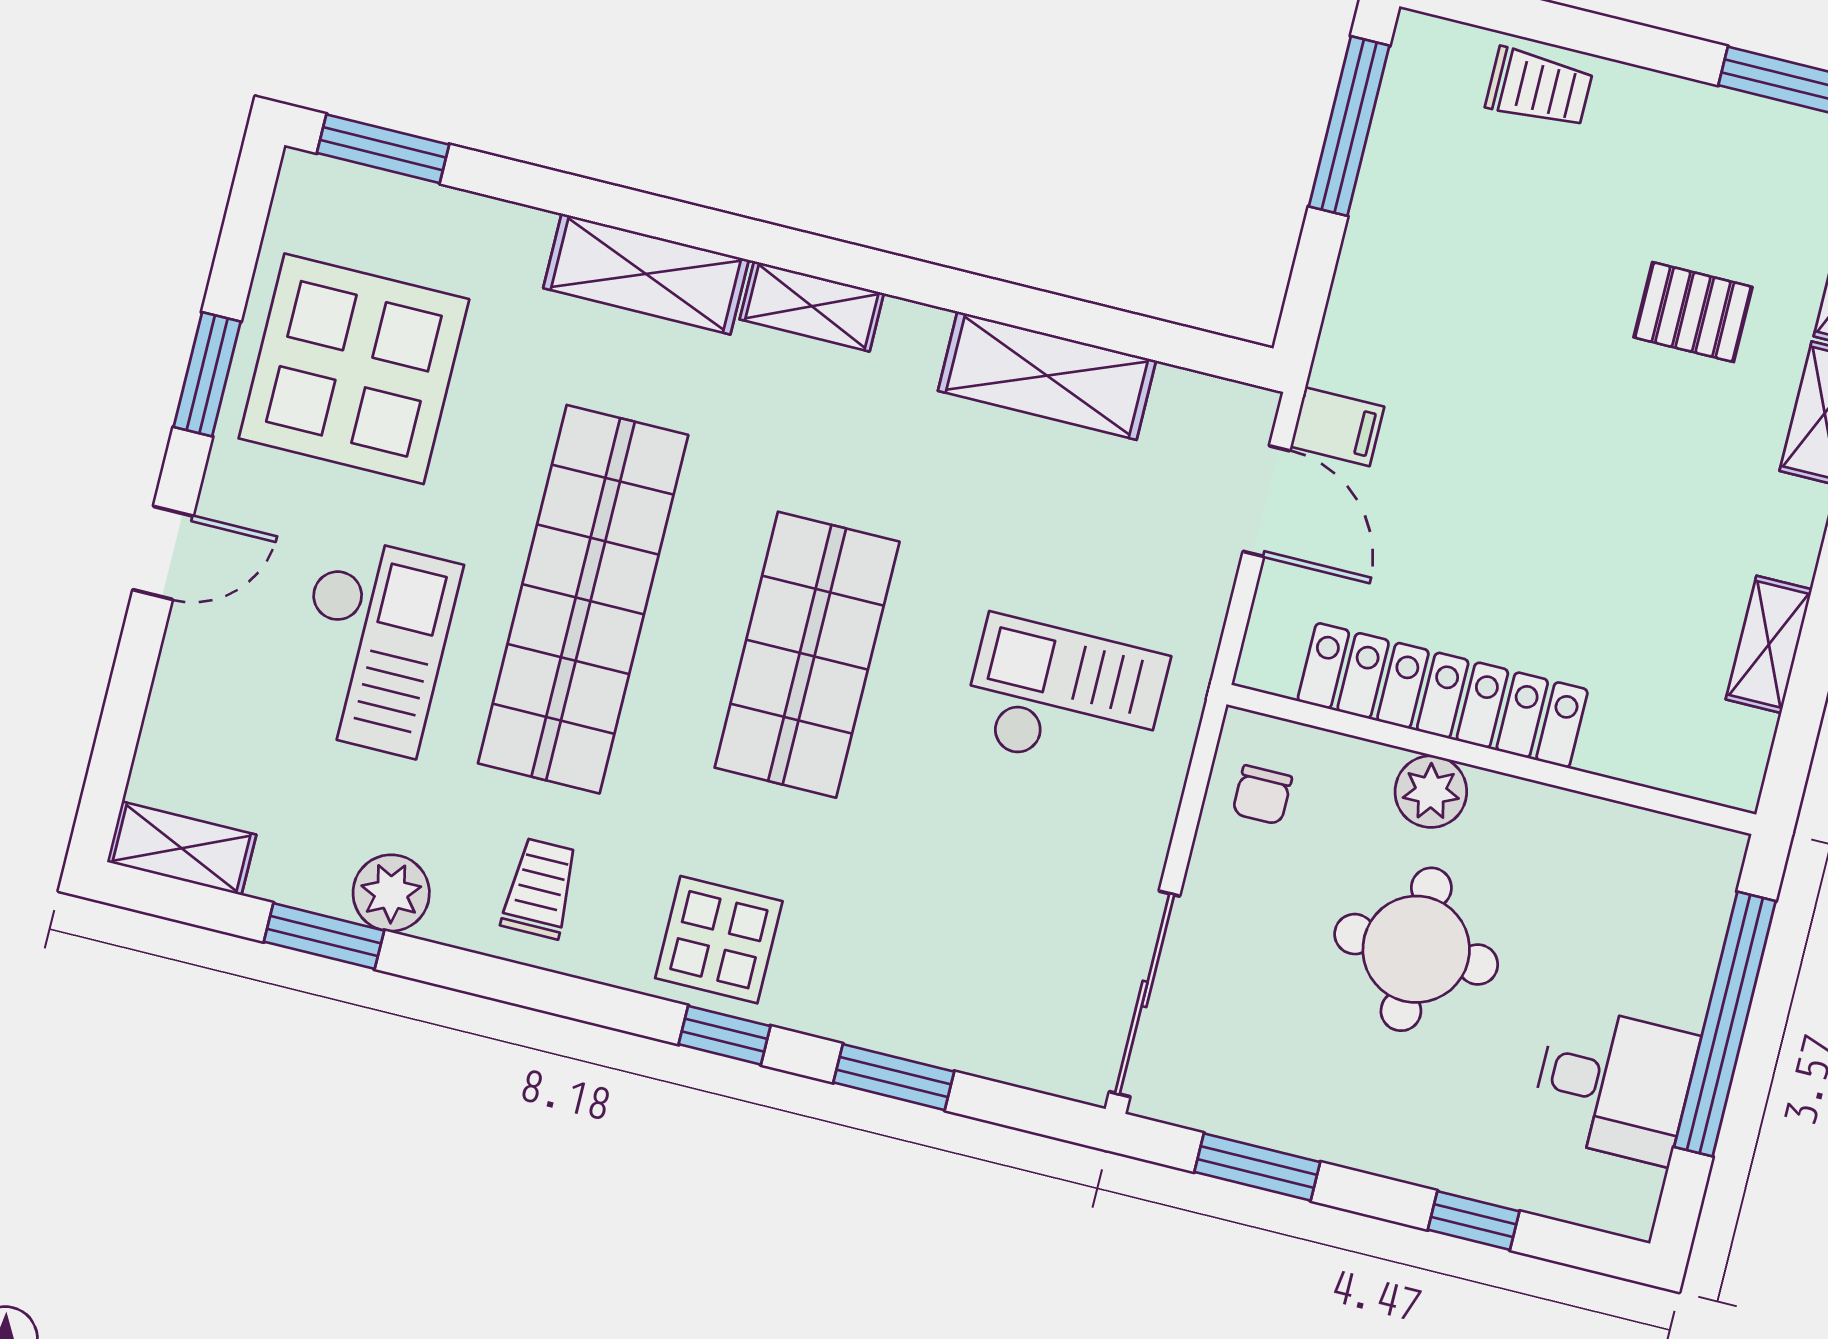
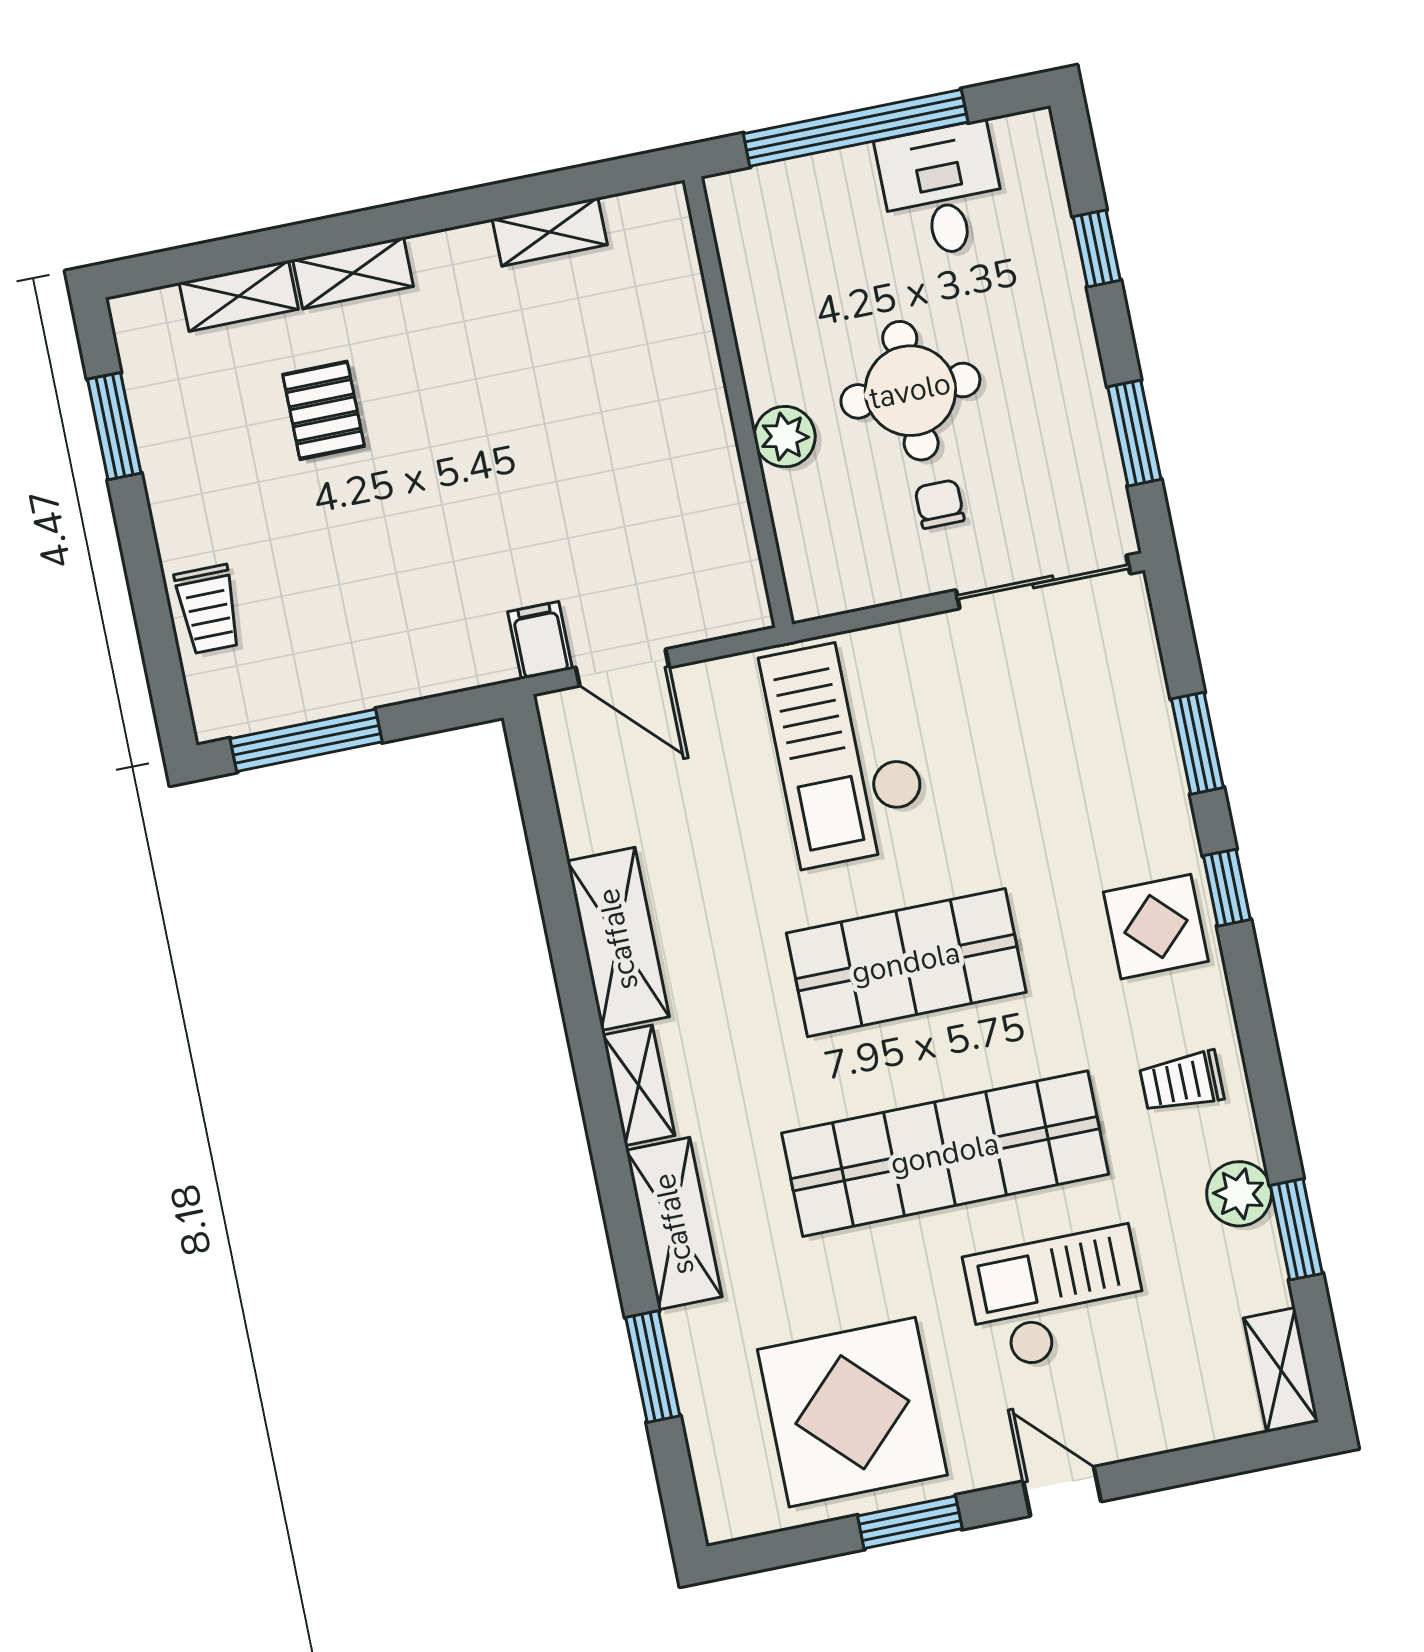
trolley: (1539, 88) -> (208, 609), turned 180
window: (383, 149) -> (653, 1367), moved
shelving: (1047, 376) -> (618, 939), moved
door: (1267, 501) -> (622, 667), swing flipped
locker: (1443, 695) -> (707, 462), removed
checkout: (1064, 698) -> (846, 751), width x1.36, depth x1.21
chair: (1262, 795) -> (940, 504), moved, turned -90

